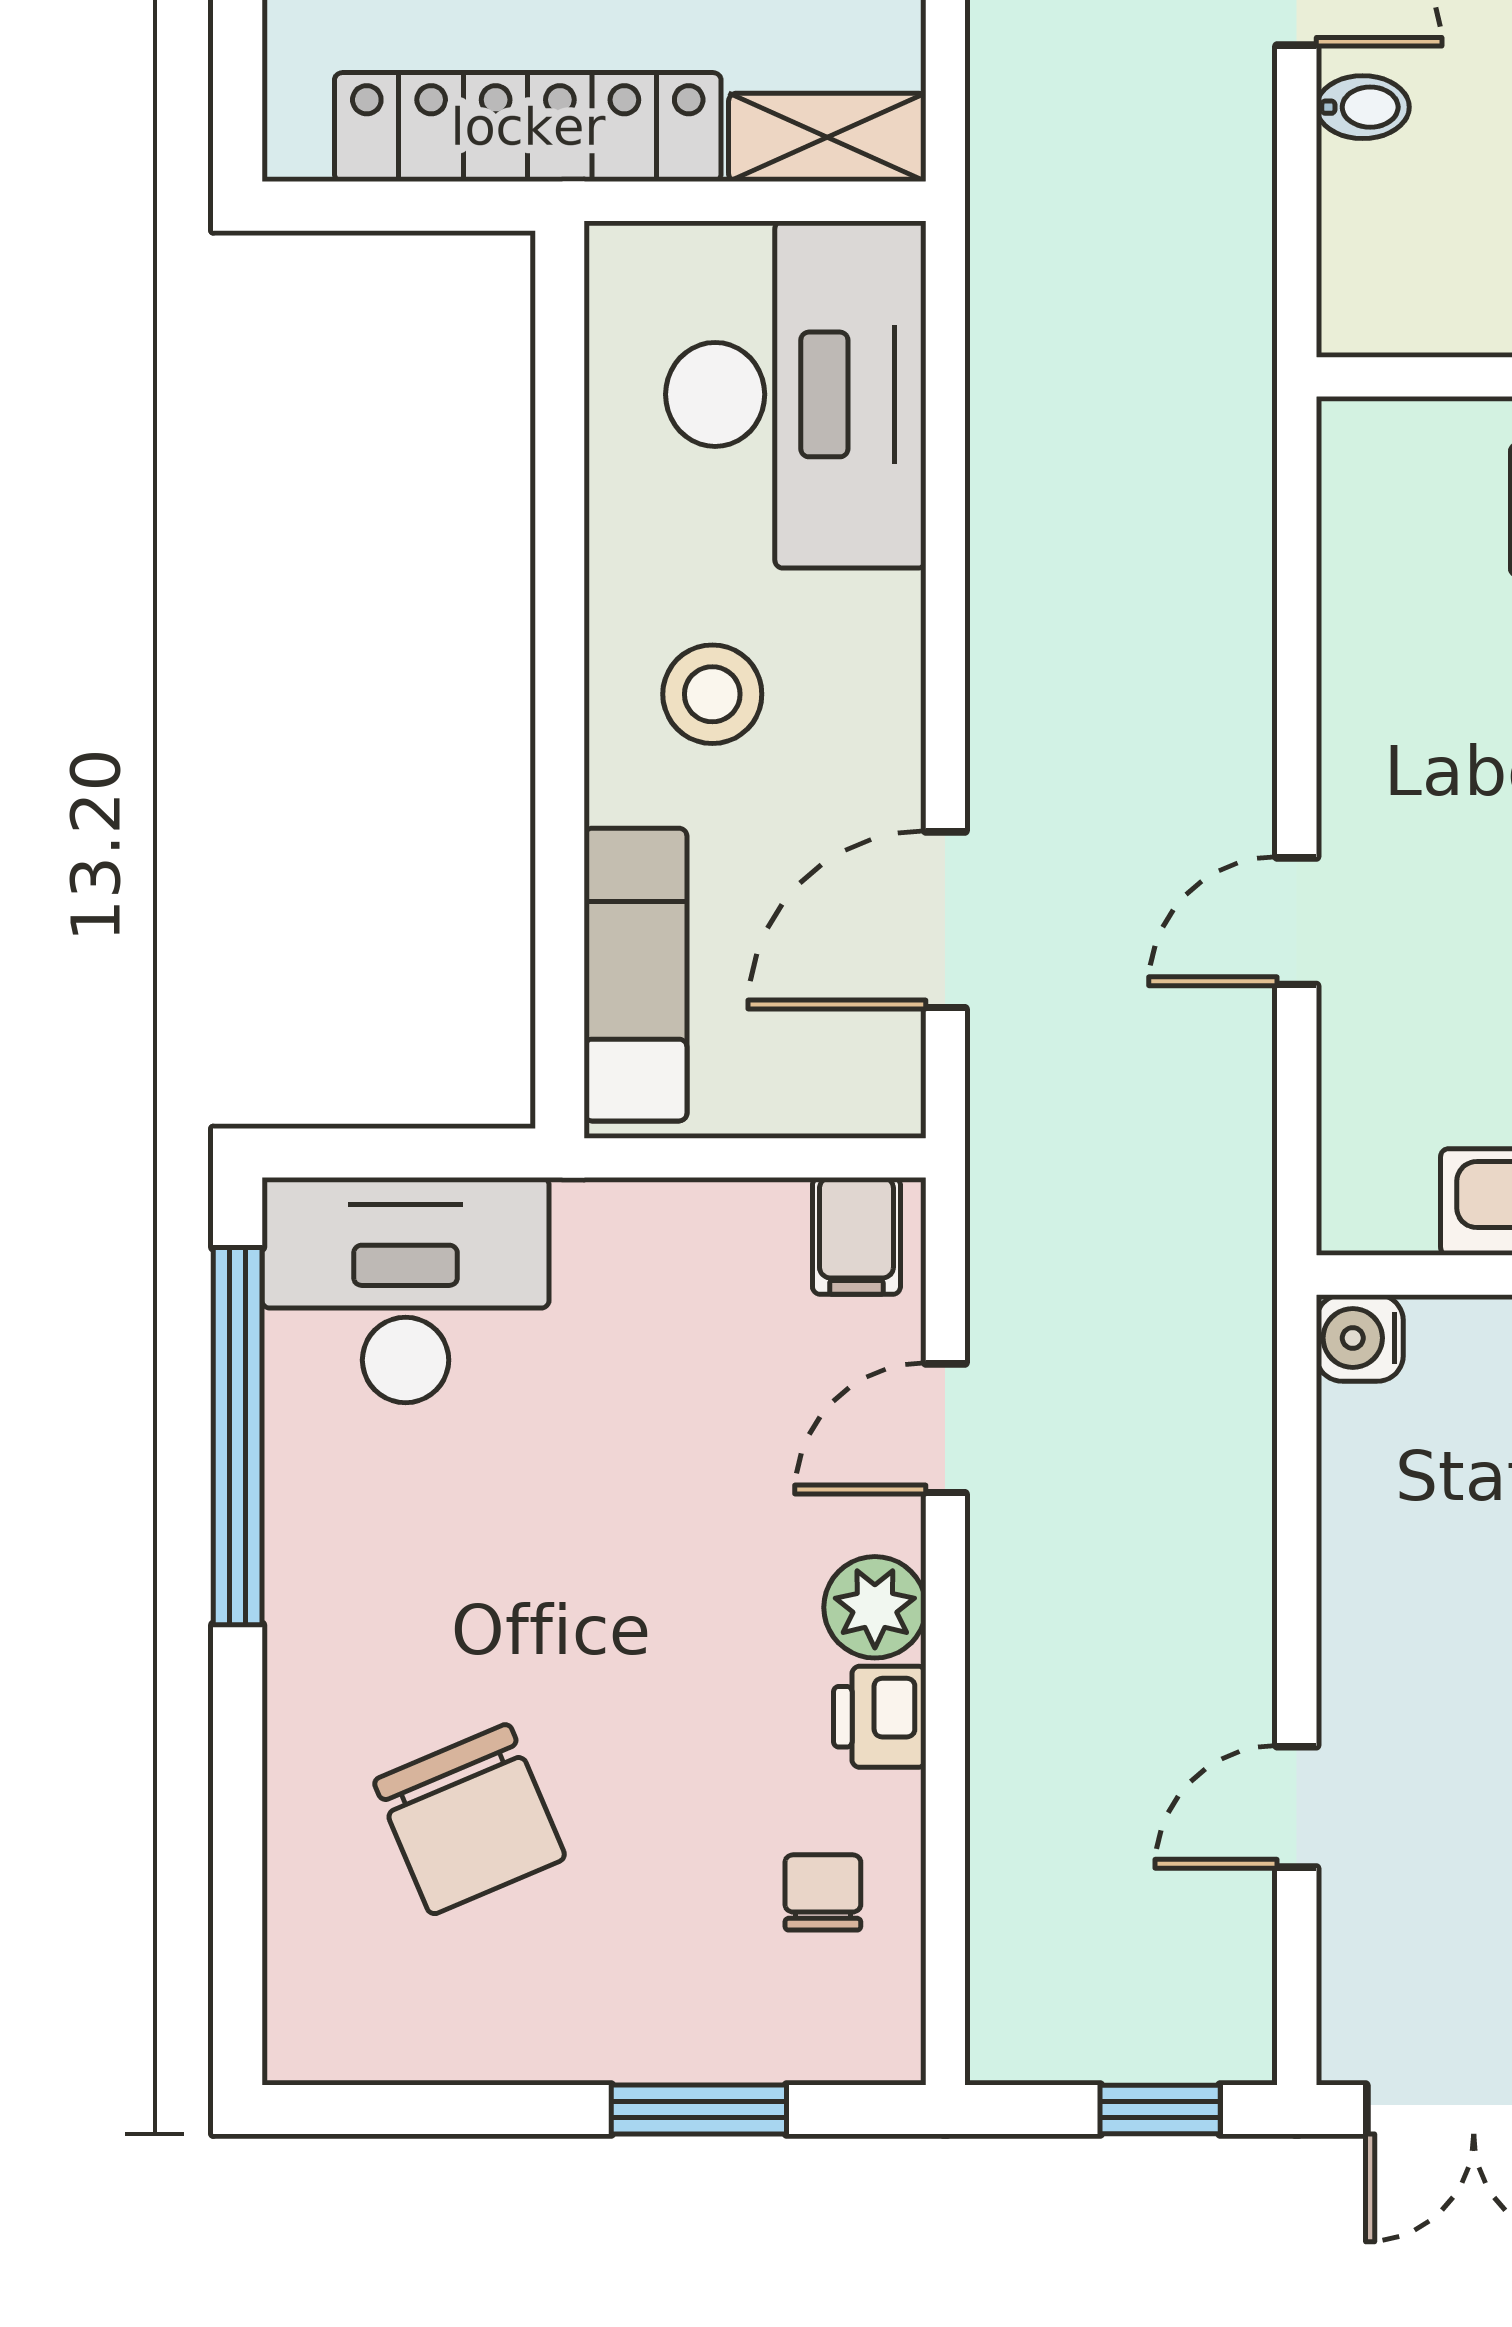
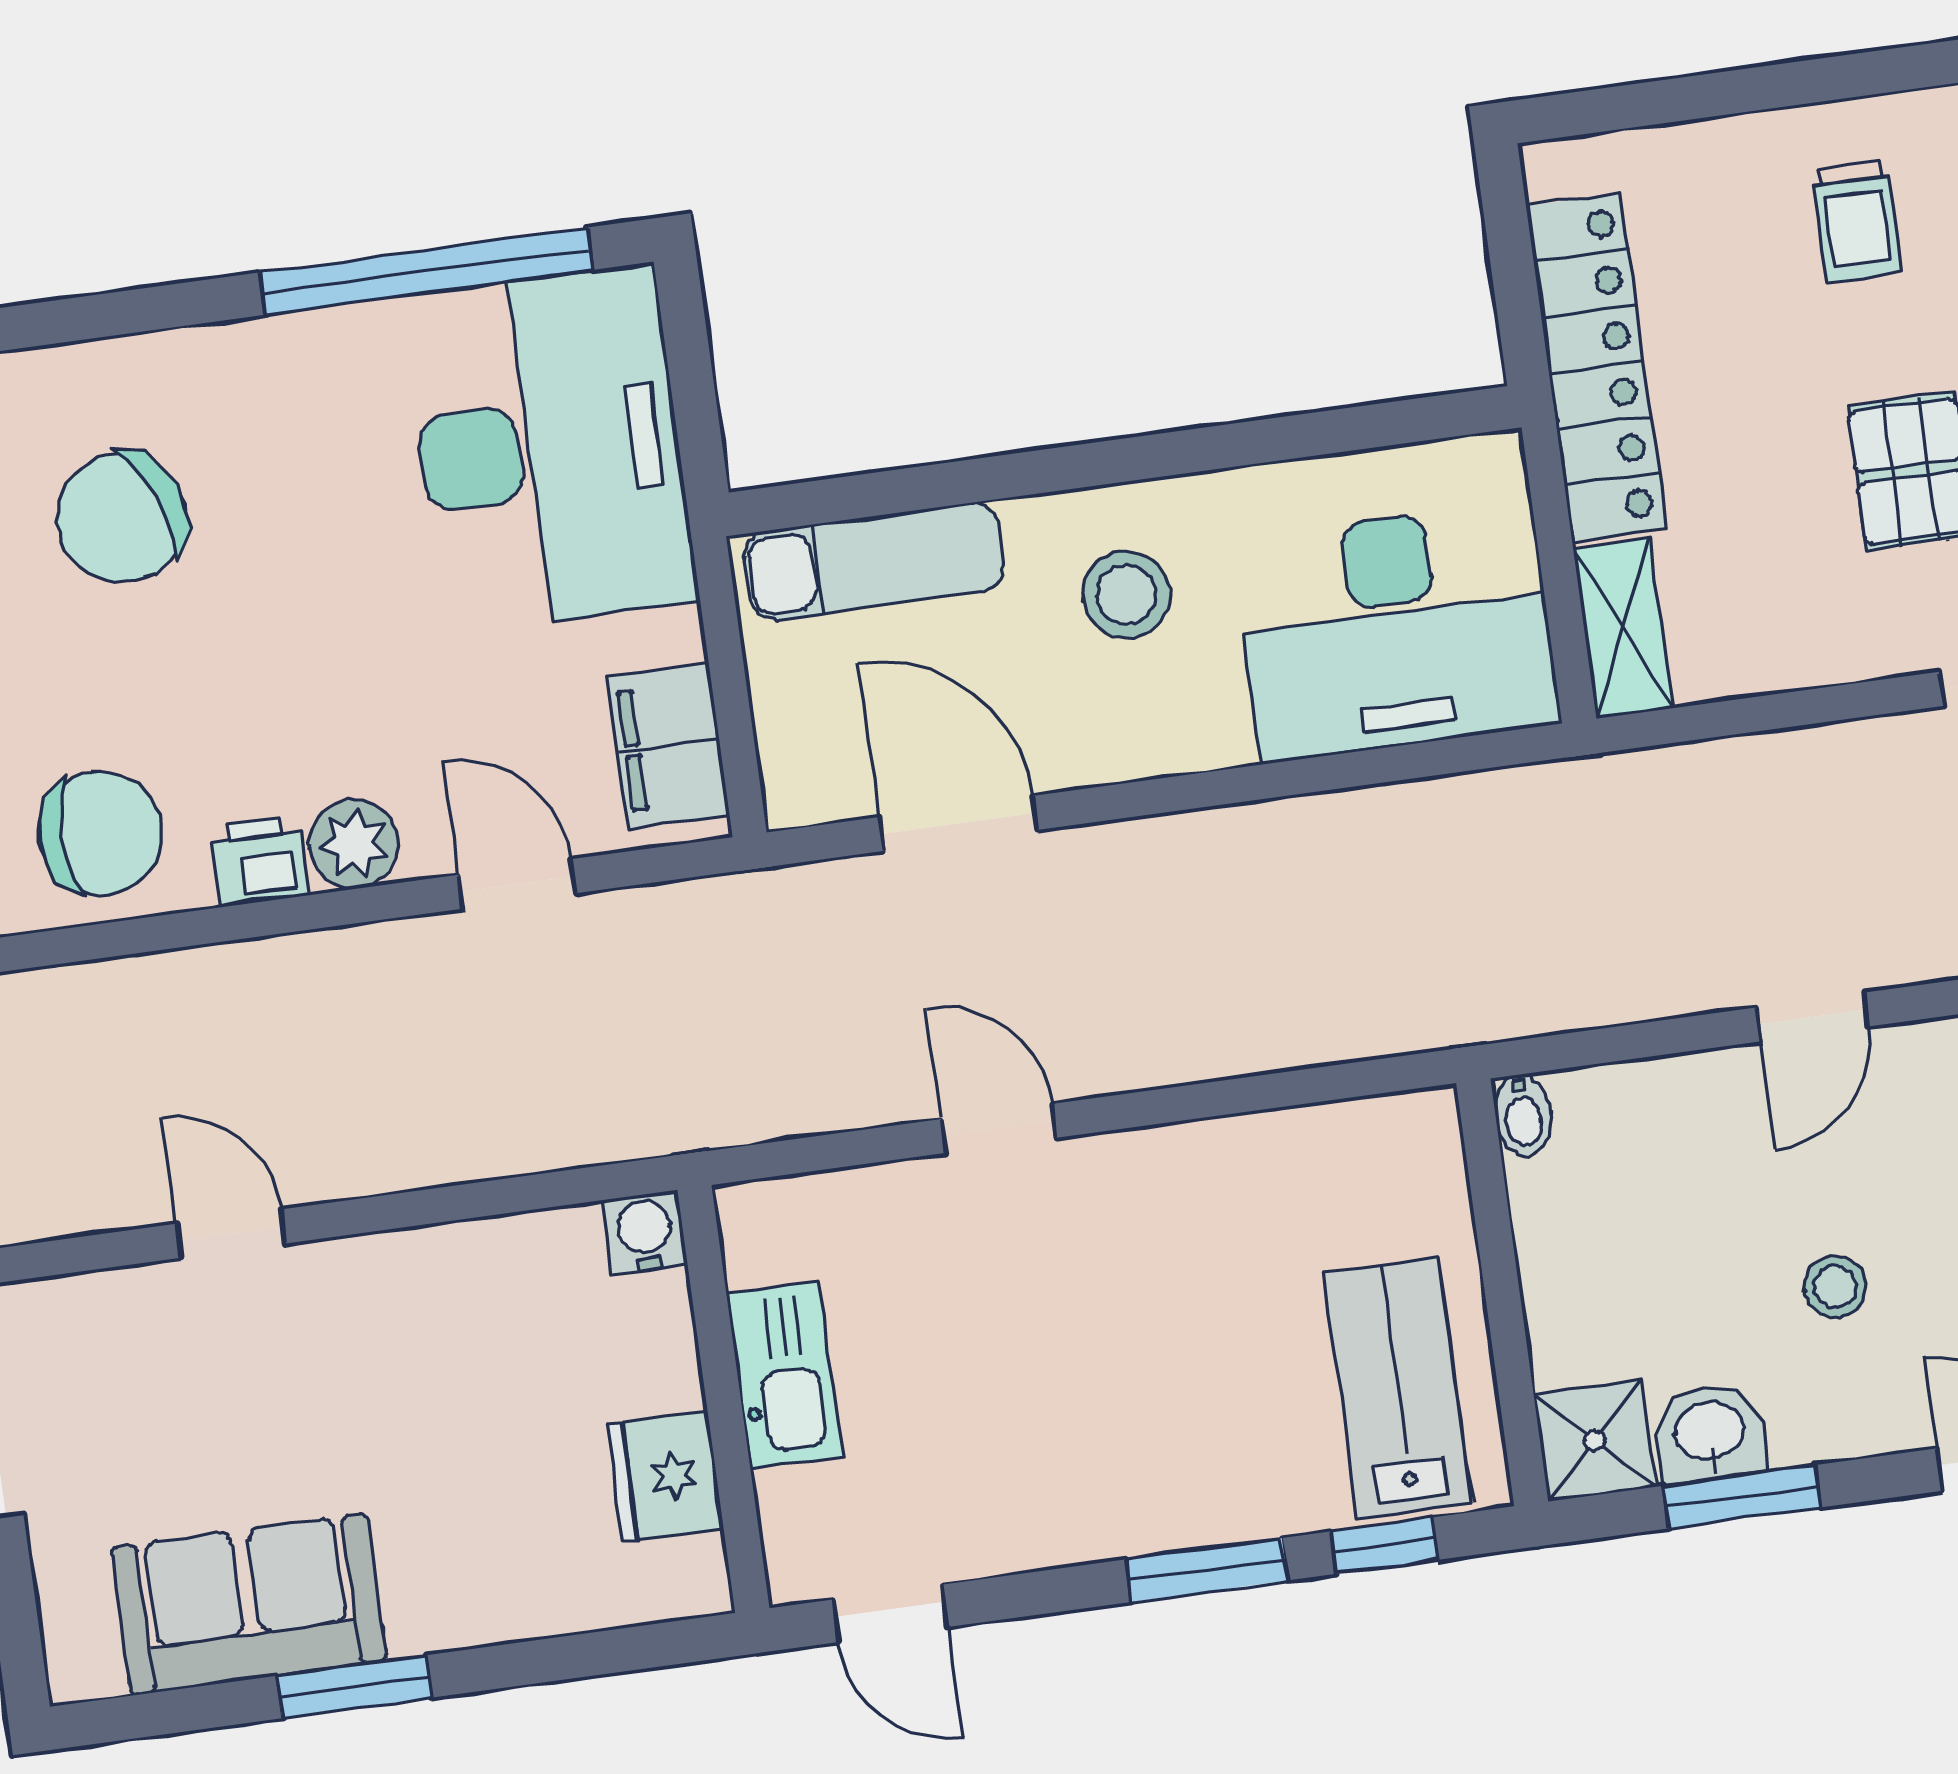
bidet: (1363, 107) -> (1523, 1115), moved
filing cabinet: (856, 1236) -> (668, 746), width x2.00
desk: (406, 1290) -> (550, 449), width x1.36, depth x1.30
chair: (823, 1892) -> (100, 833), width x1.87, depth x1.87

